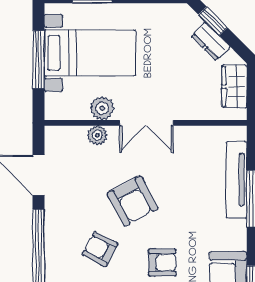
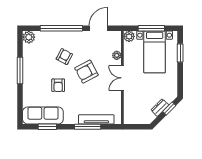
wardrobe: (234, 86) -> (139, 118), removed
plant: (102, 108) -> (129, 36), moved

